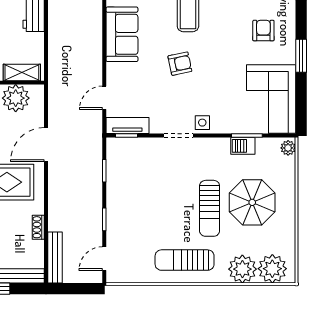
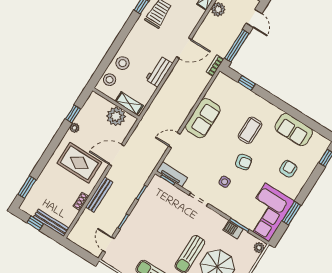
window: (301, 56) -> (292, 213), moved
armchair: (180, 64) -> (244, 162), moved
door: (104, 98) -> (174, 140), moved
side table: (202, 123) -> (225, 182), moved
bench: (55, 257) -> (99, 195), moved
door: (104, 259) -> (109, 245), hinge flipped

